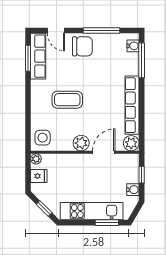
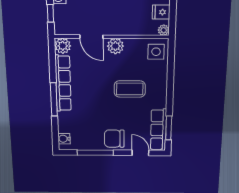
window: (142, 60) -> (54, 99), moved
door: (104, 152) -> (91, 37), hinge flipped

